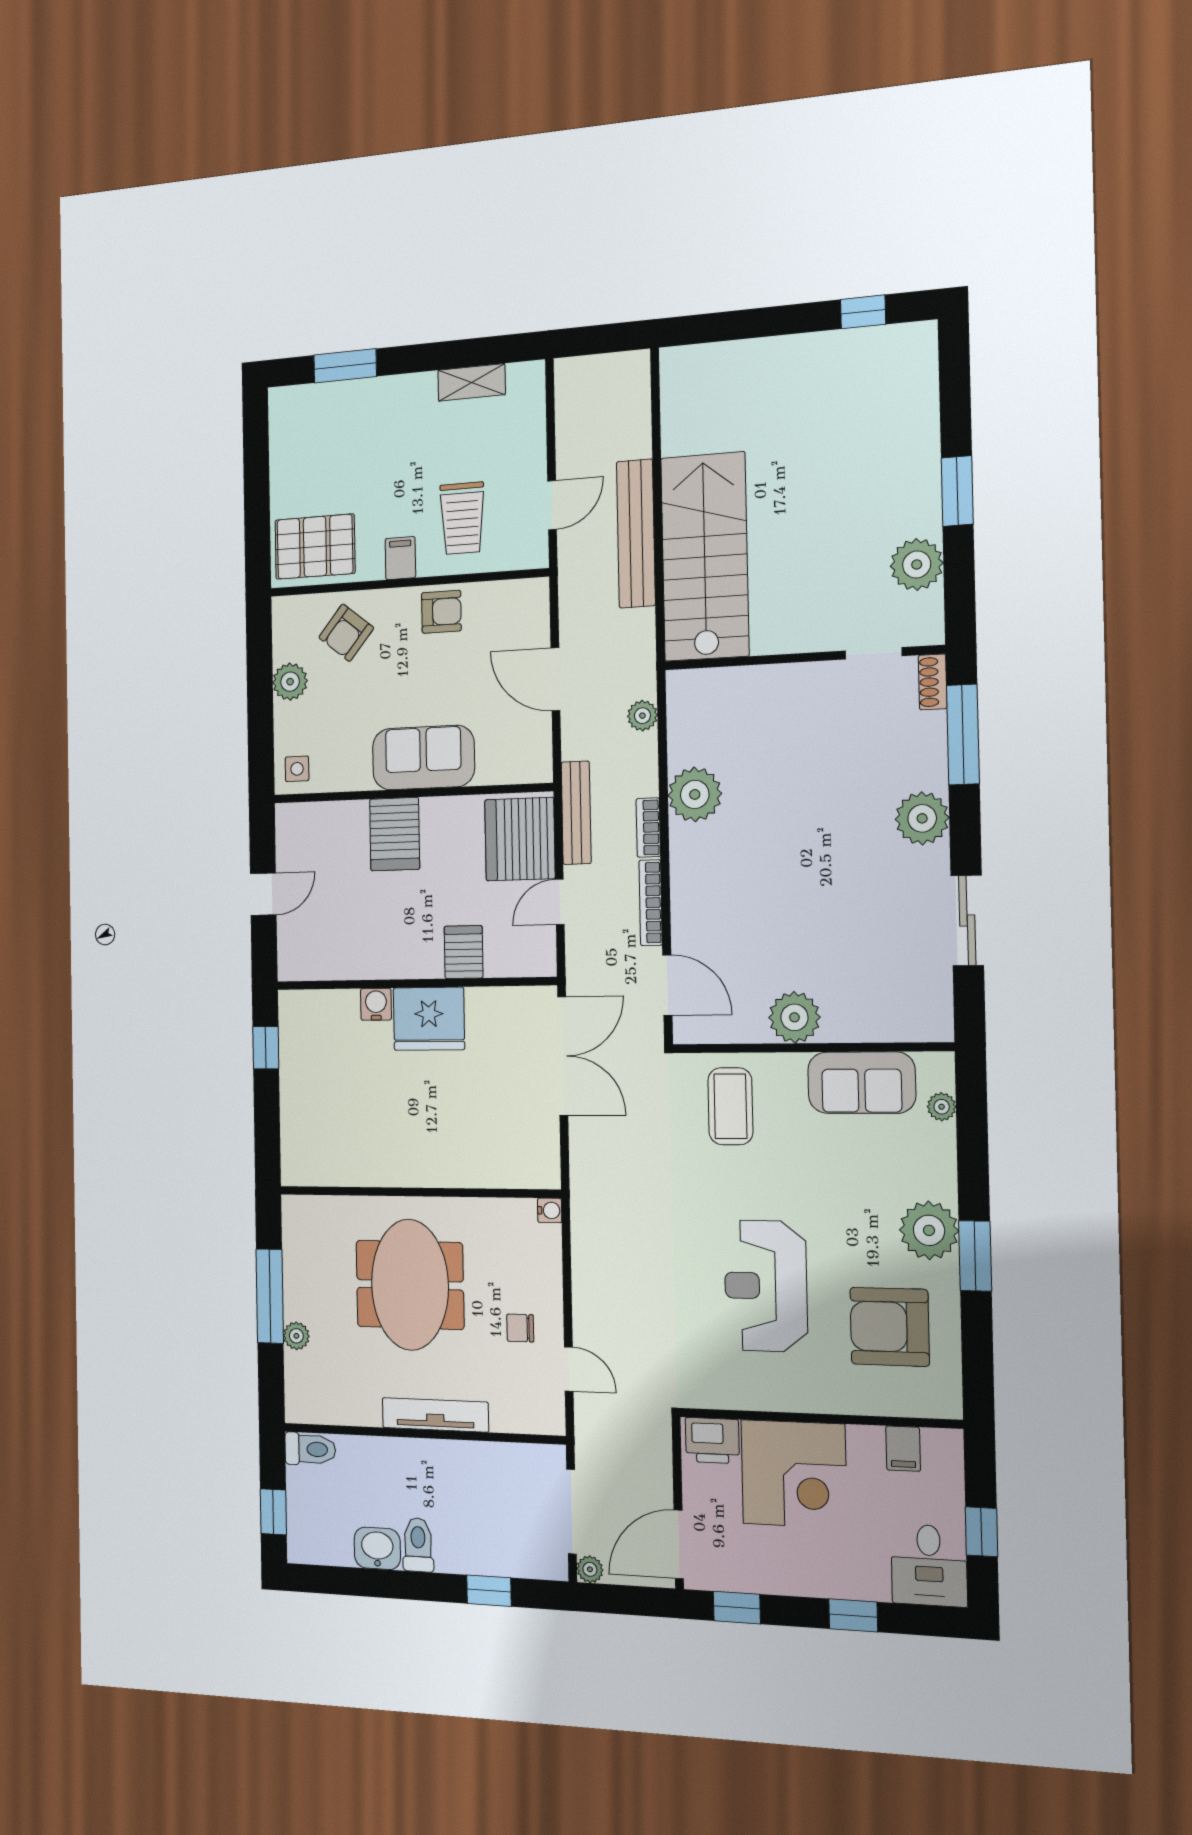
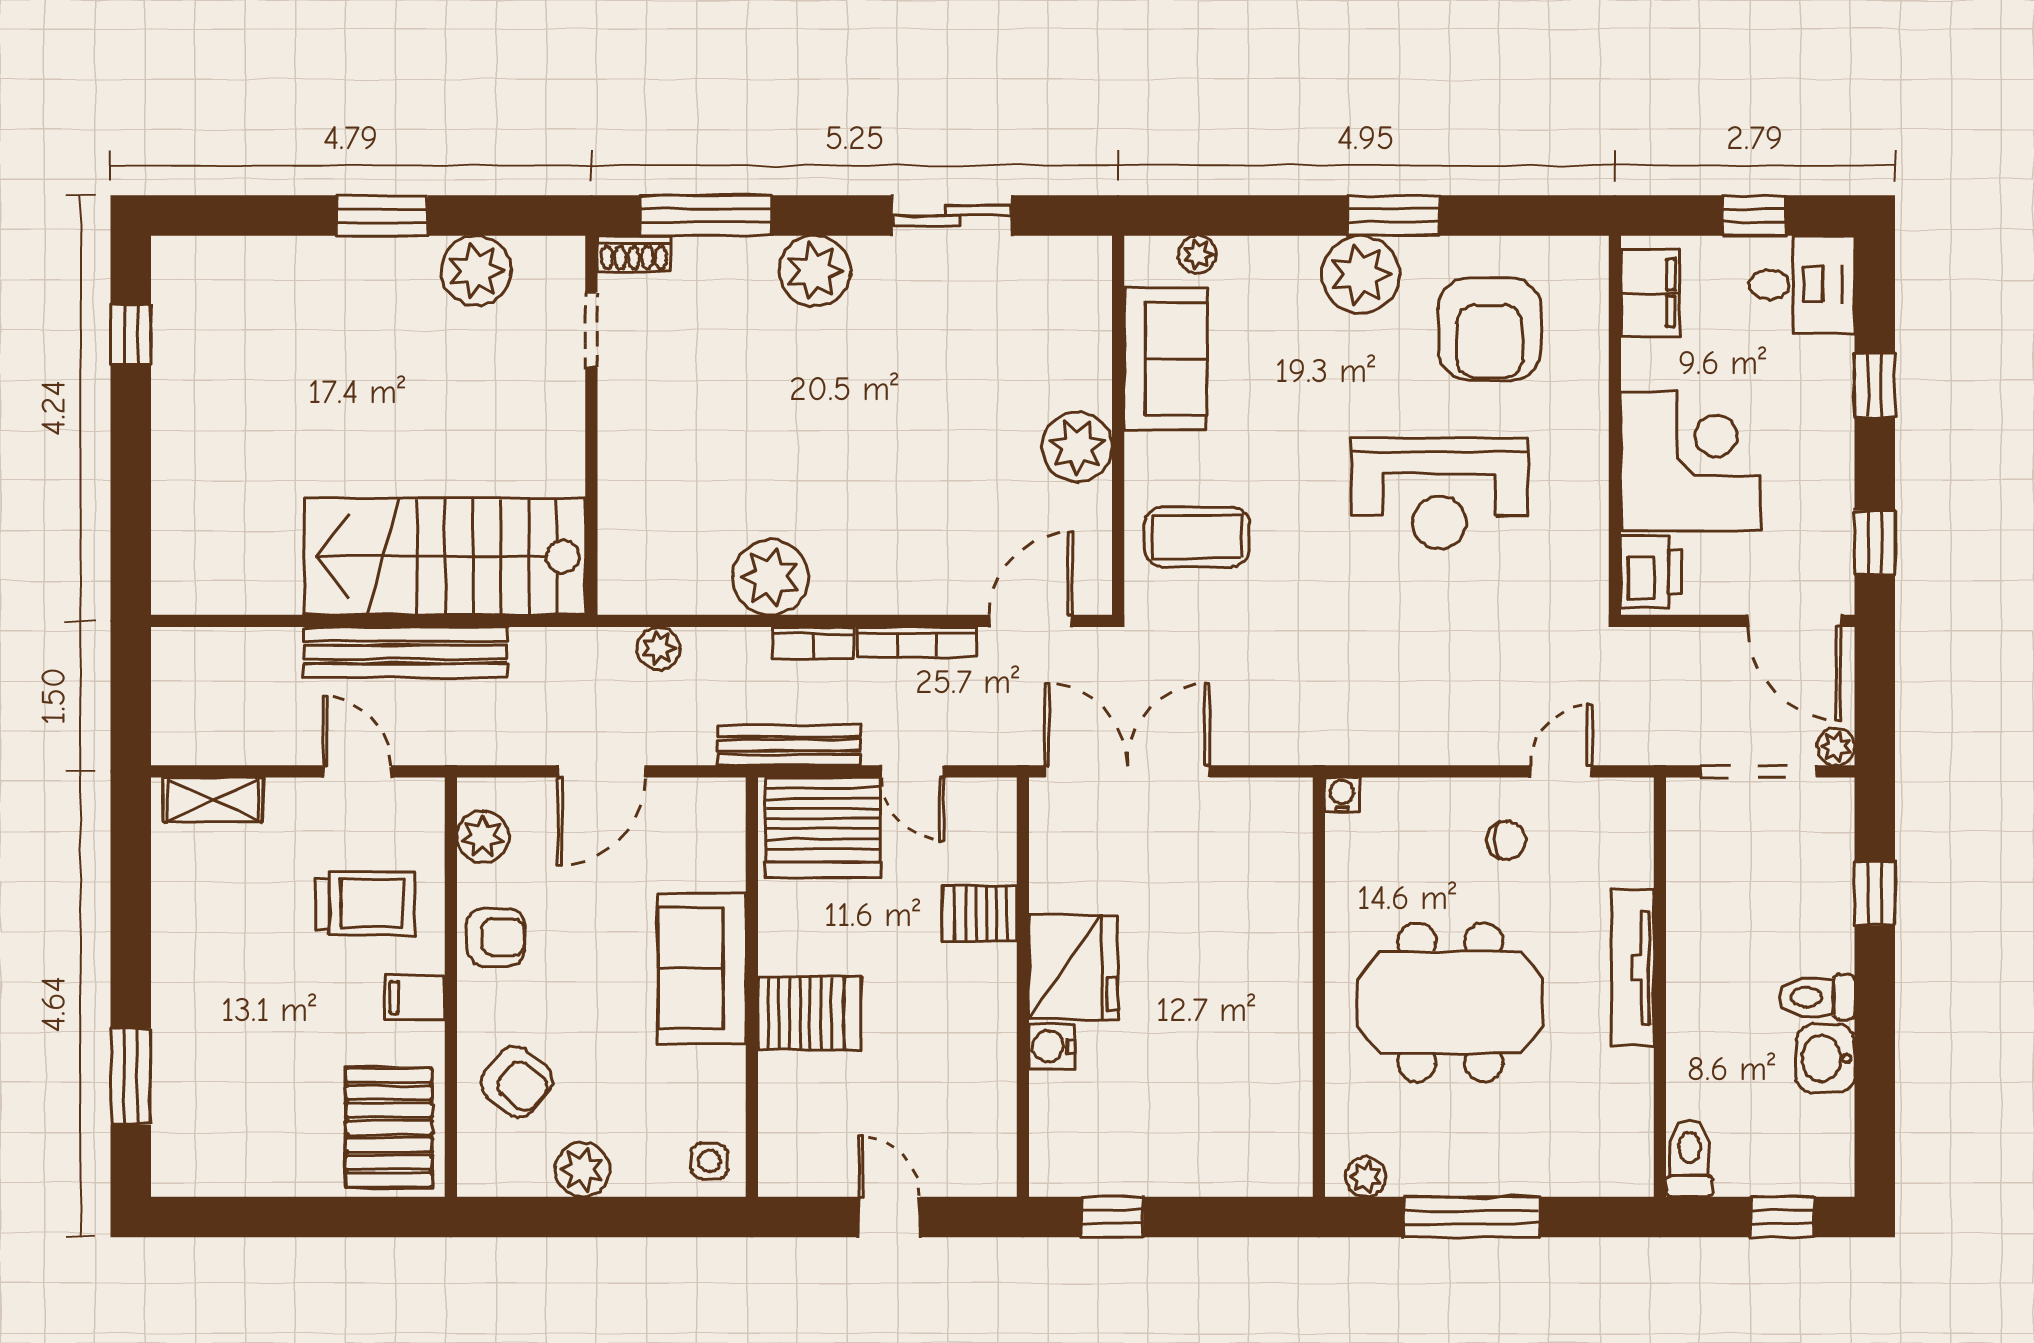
shelving: (472, 382) -> (213, 800), moved, turned 90
plant: (509, 598) -> (483, 837), added
armchair: (441, 612) -> (496, 937), turned 90
chair: (520, 1328) -> (1506, 840), turned -90
plant: (296, 1336) -> (1366, 1177), moved
filing cabinet: (903, 1449) -> (1650, 293), width x2.00

